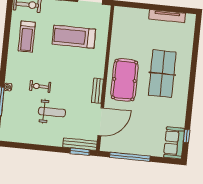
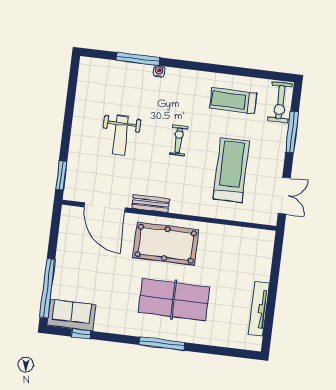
window: (192, 81) -> (162, 344), added
exercise bike: (40, 86) -> (178, 140), moved
bench: (80, 144) -> (72, 176), removed
window: (130, 157) -> (47, 288), moved

